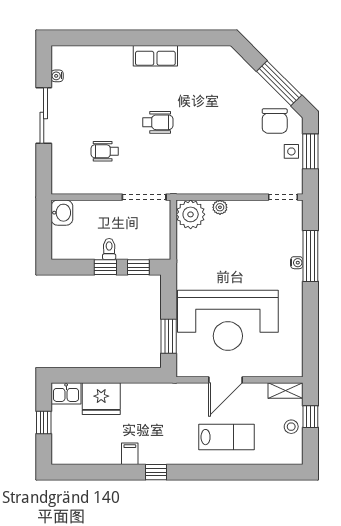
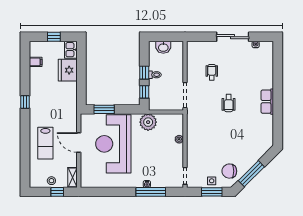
washbasin: (62, 213) -> (163, 47), moved
plant: (191, 214) -> (148, 122), moved
filing cabinet: (130, 454) -> (36, 62), moved

